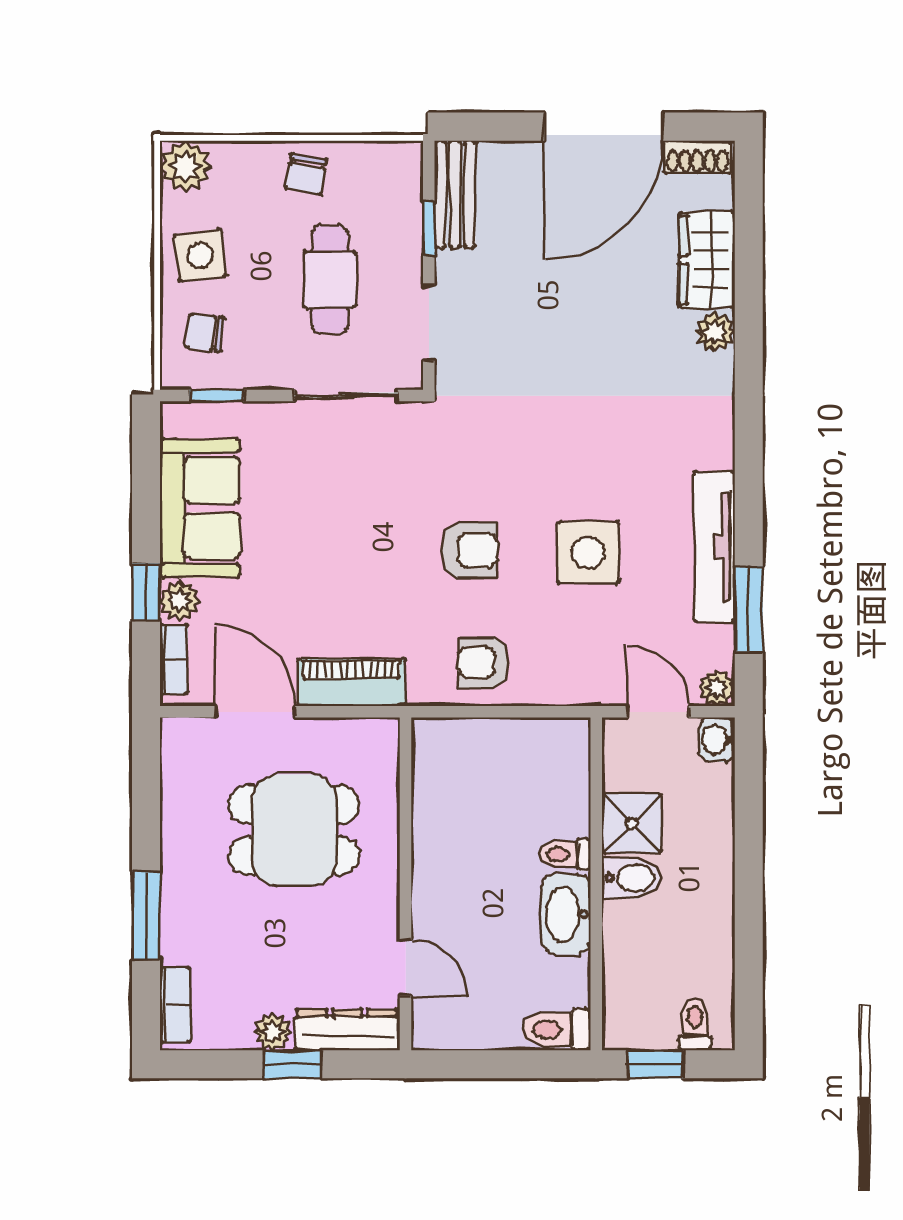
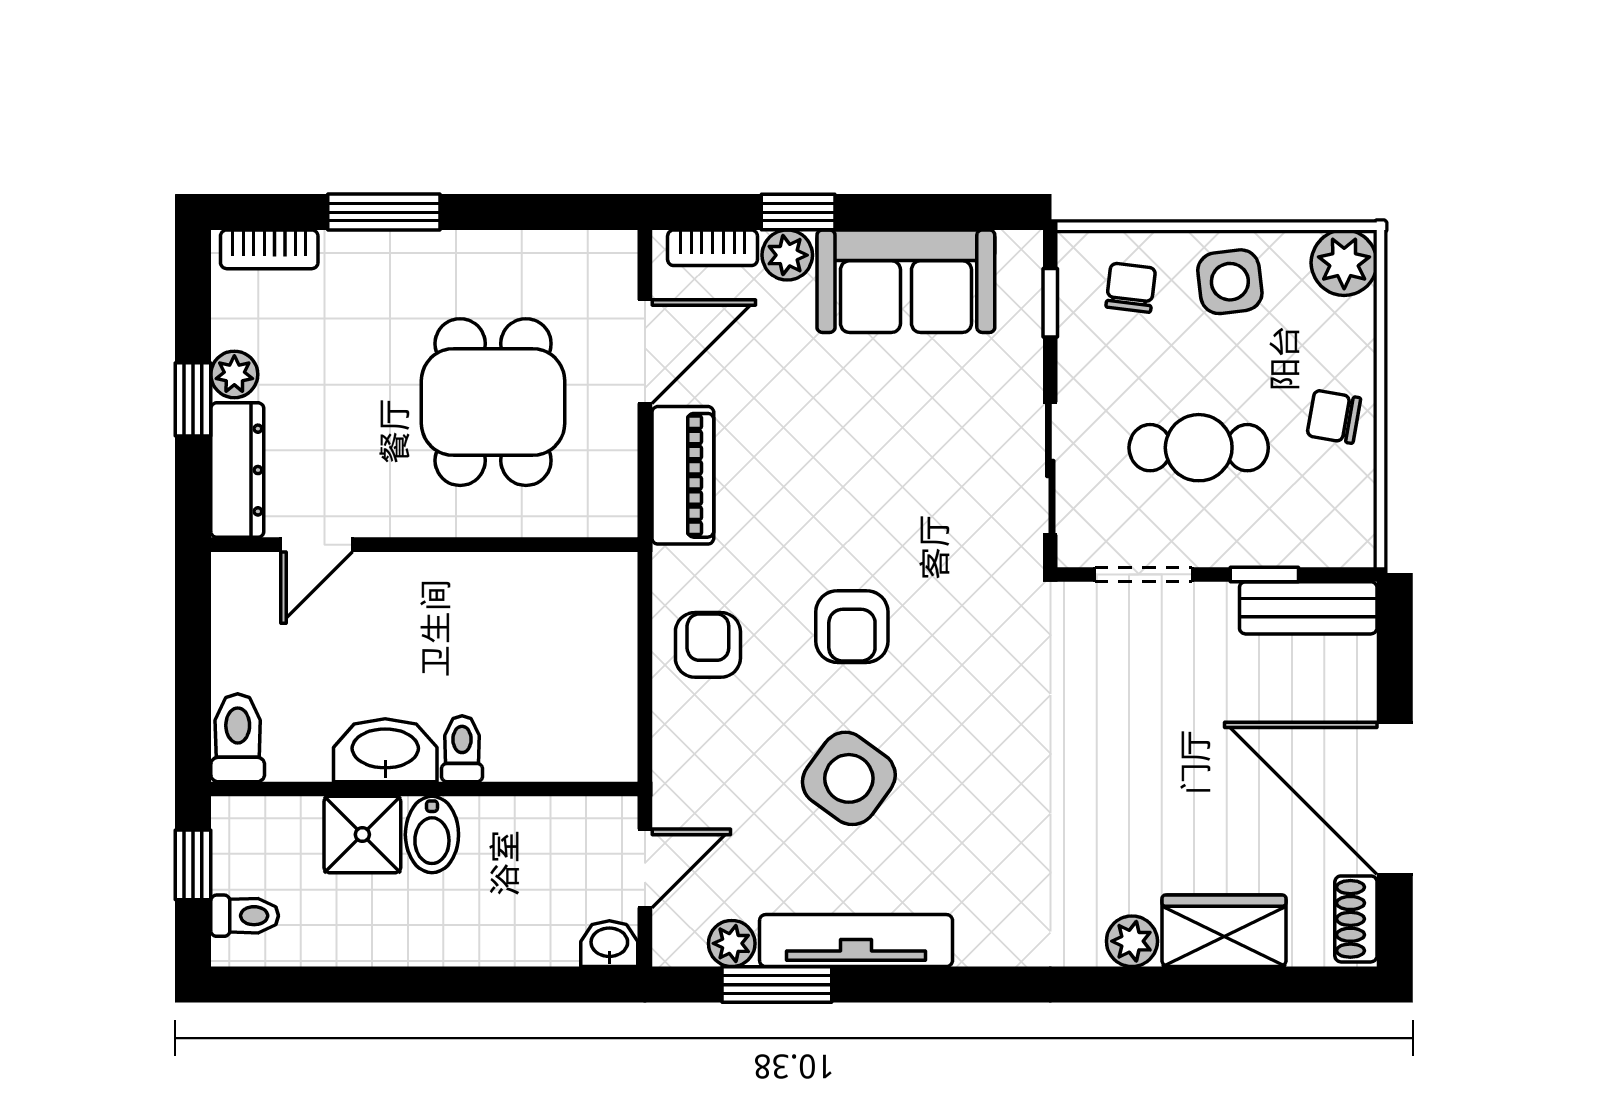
side table: (588, 553) -> (849, 778), turned 36
plant: (717, 688) -> (732, 943), moved
shower: (632, 824) -> (362, 835), moved

